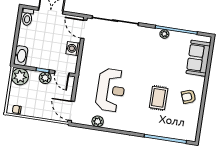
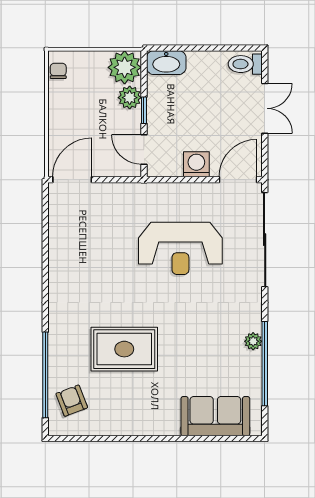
door: (62, 73) -> (144, 149), hinge flipped
plant: (45, 78) -> (130, 98), moved
reception desk: (111, 90) -> (180, 248), moved
armchair: (189, 97) -> (72, 401), moved
rug: (159, 98) -> (124, 349), width x1.36, depth x1.43
plant: (98, 121) -> (59, 235), removed

